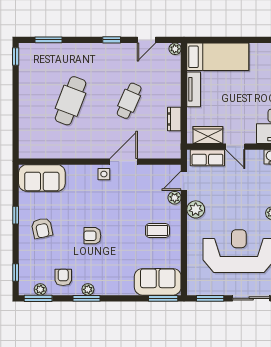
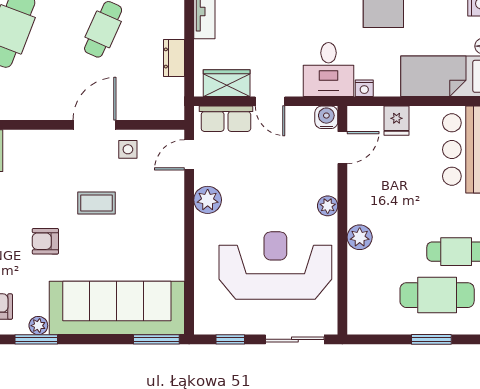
side table: (104, 174) -> (128, 149), moved
plant: (175, 198) -> (174, 182), removed
coffee table: (157, 231) -> (96, 203), moved
sofa: (158, 282) -> (117, 308), width x1.85, depth x1.27
window: (210, 298) -> (230, 339), width x0.67

